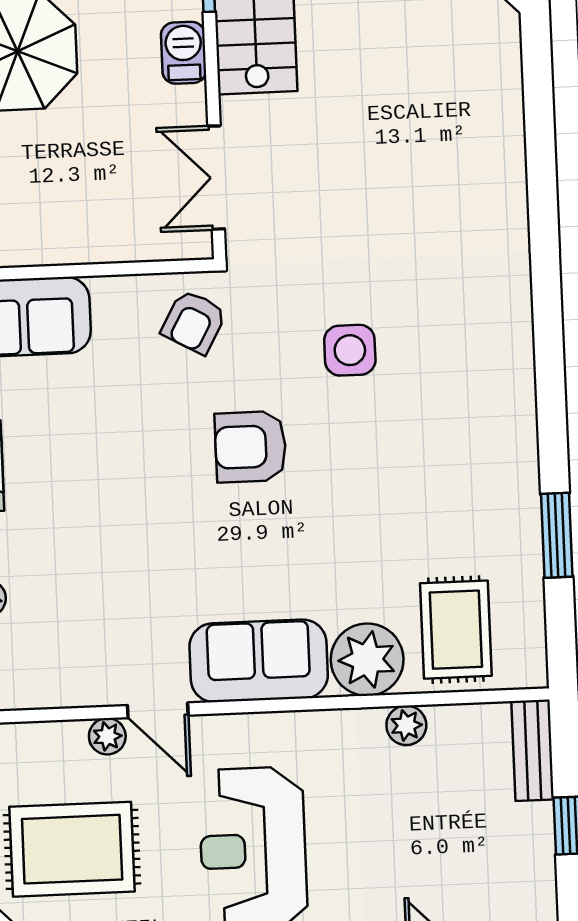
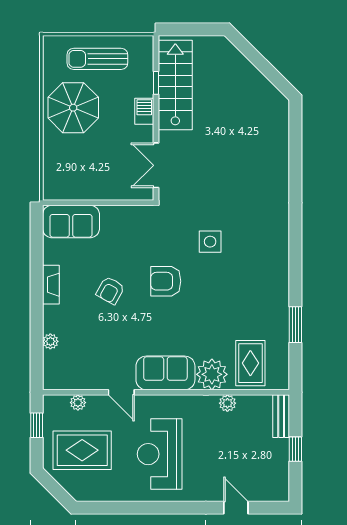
armchair: (194, 322) -> (110, 290), moved
plant: (107, 736) -> (78, 403), moved

